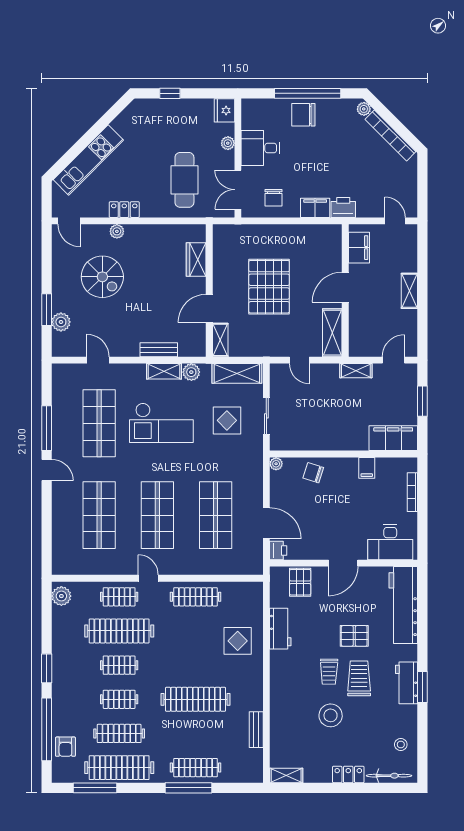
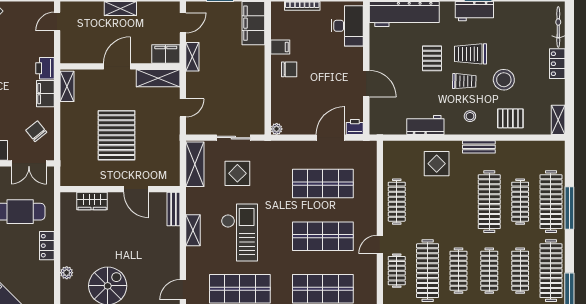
chair: (274, 198) -> (36, 131), turned -129
locker: (124, 210) -> (47, 246), moved
filing cabinet: (359, 248) -> (166, 54), moved
pallet: (269, 287) -> (117, 135), turned 90
door: (345, 287) -> (117, 66), swing flipped
shelving: (220, 340) -> (67, 86), moved, turned 90
bench: (159, 350) -> (173, 209), moved
door: (393, 360) -> (183, 23), swing flipped
plant: (191, 372) -> (194, 206), removed
chair: (313, 473) -> (289, 69), moved, turned -108
door: (343, 563) -> (366, 84), moved
pallet: (300, 582) -> (510, 118), moved
clothes rail: (119, 665) -> (458, 271), width x1.36
clothes rail: (119, 699) -> (489, 271), width x1.36
bench: (256, 730) -> (479, 147), moved
clothes rail: (196, 733) -> (520, 202), added
stool: (401, 744) -> (470, 116), moved
clothes rail: (196, 768) -> (551, 202), width x1.37, depth x1.31

